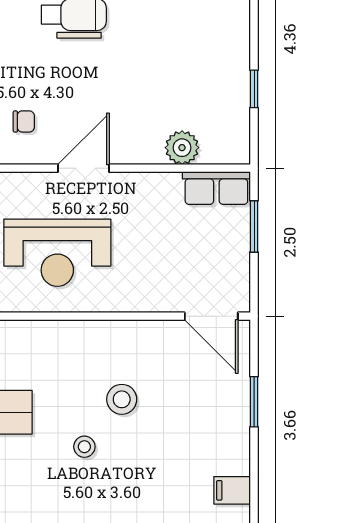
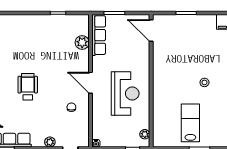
row of seats: (216, 188) -> (99, 35), width x1.48
door: (211, 316) -> (151, 31), swing flipped
stool: (122, 399) -> (185, 67), removed

